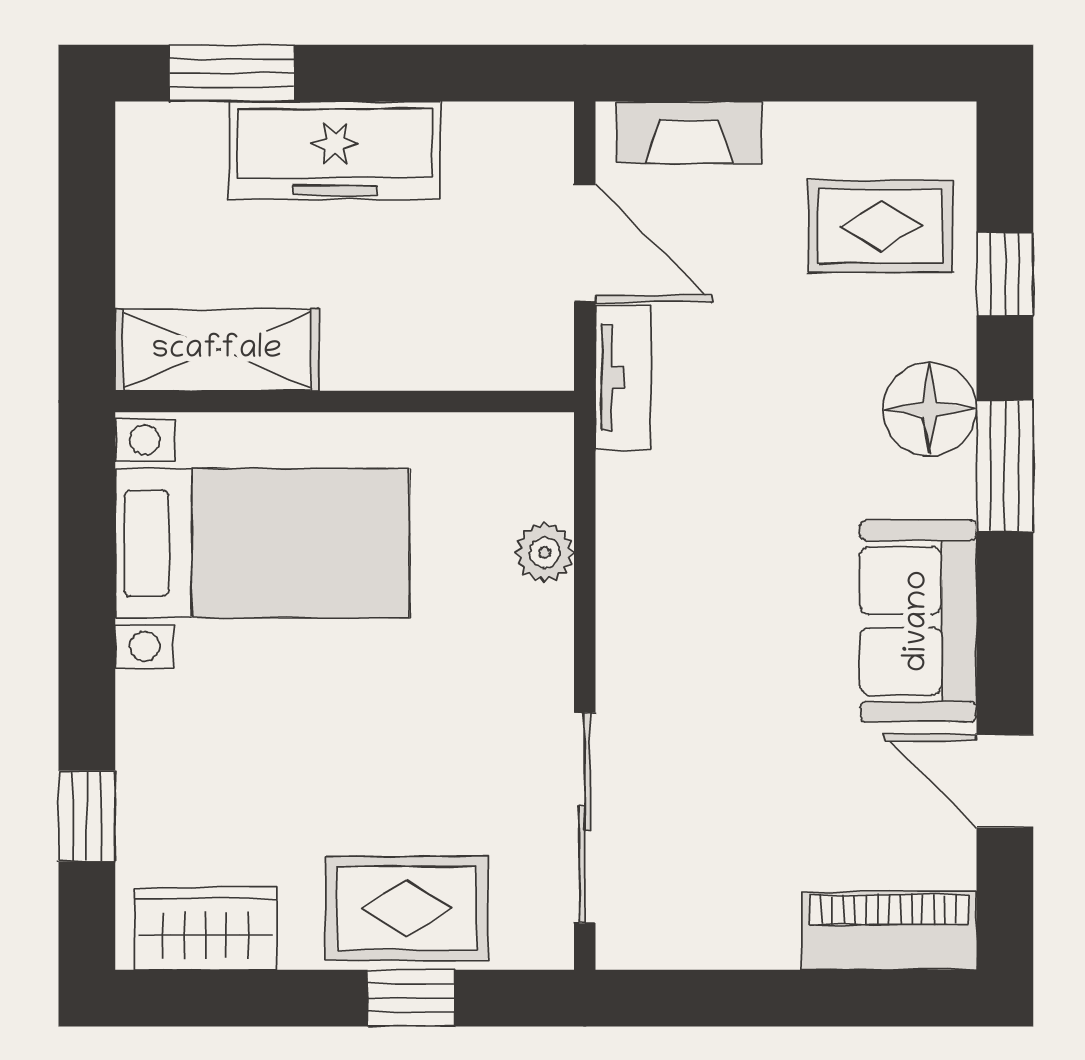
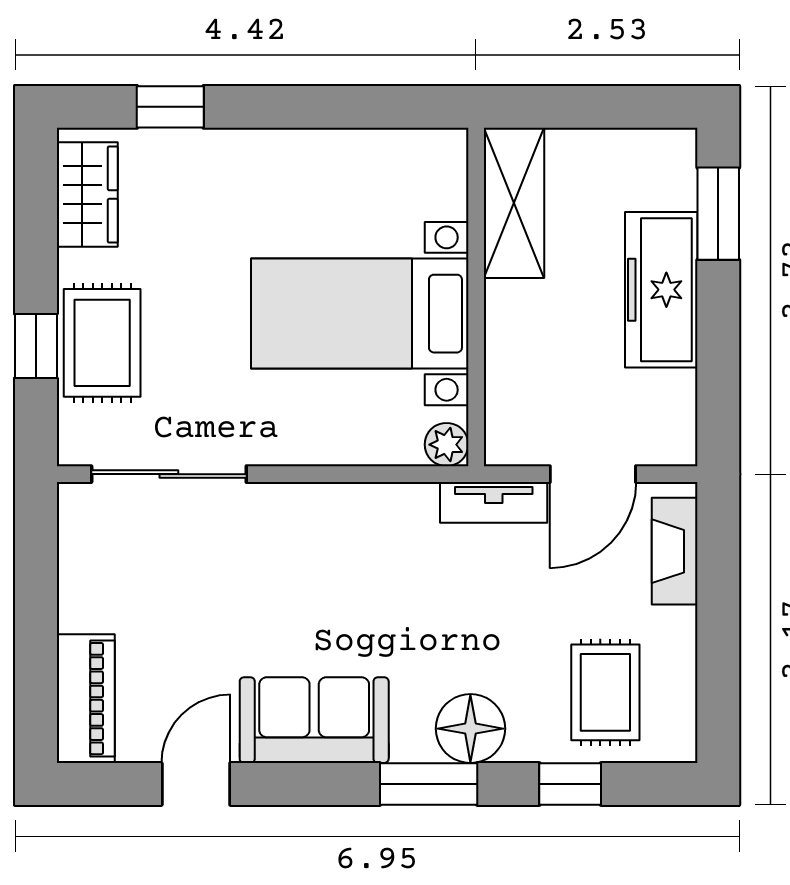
bed with nightstands: (262, 543) -> (360, 314), moved, turned 90
plant: (545, 552) -> (447, 445), moved

